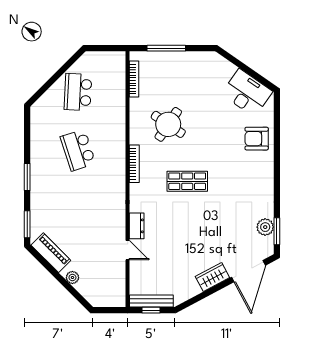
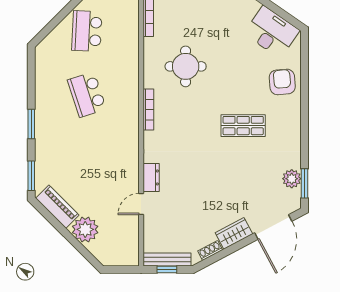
round table: (168, 124) -> (186, 66), turned -34
armchair: (257, 139) -> (282, 82), turned 85
shop shelf: (187, 181) -> (243, 126), moved
door: (128, 250) -> (141, 204), swing flipped
plant: (72, 277) -> (85, 229), width x1.88, depth x1.88
shoe rack: (191, 293) -> (210, 251), added

